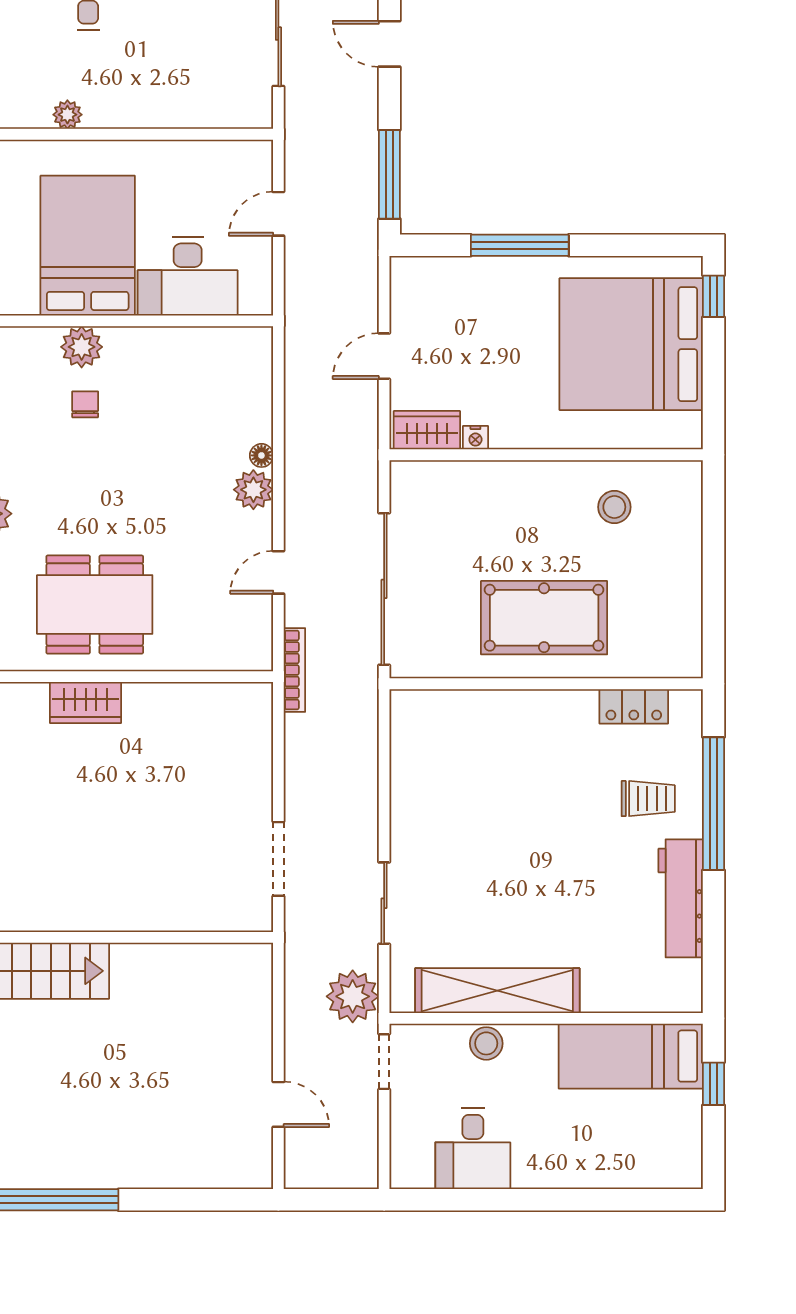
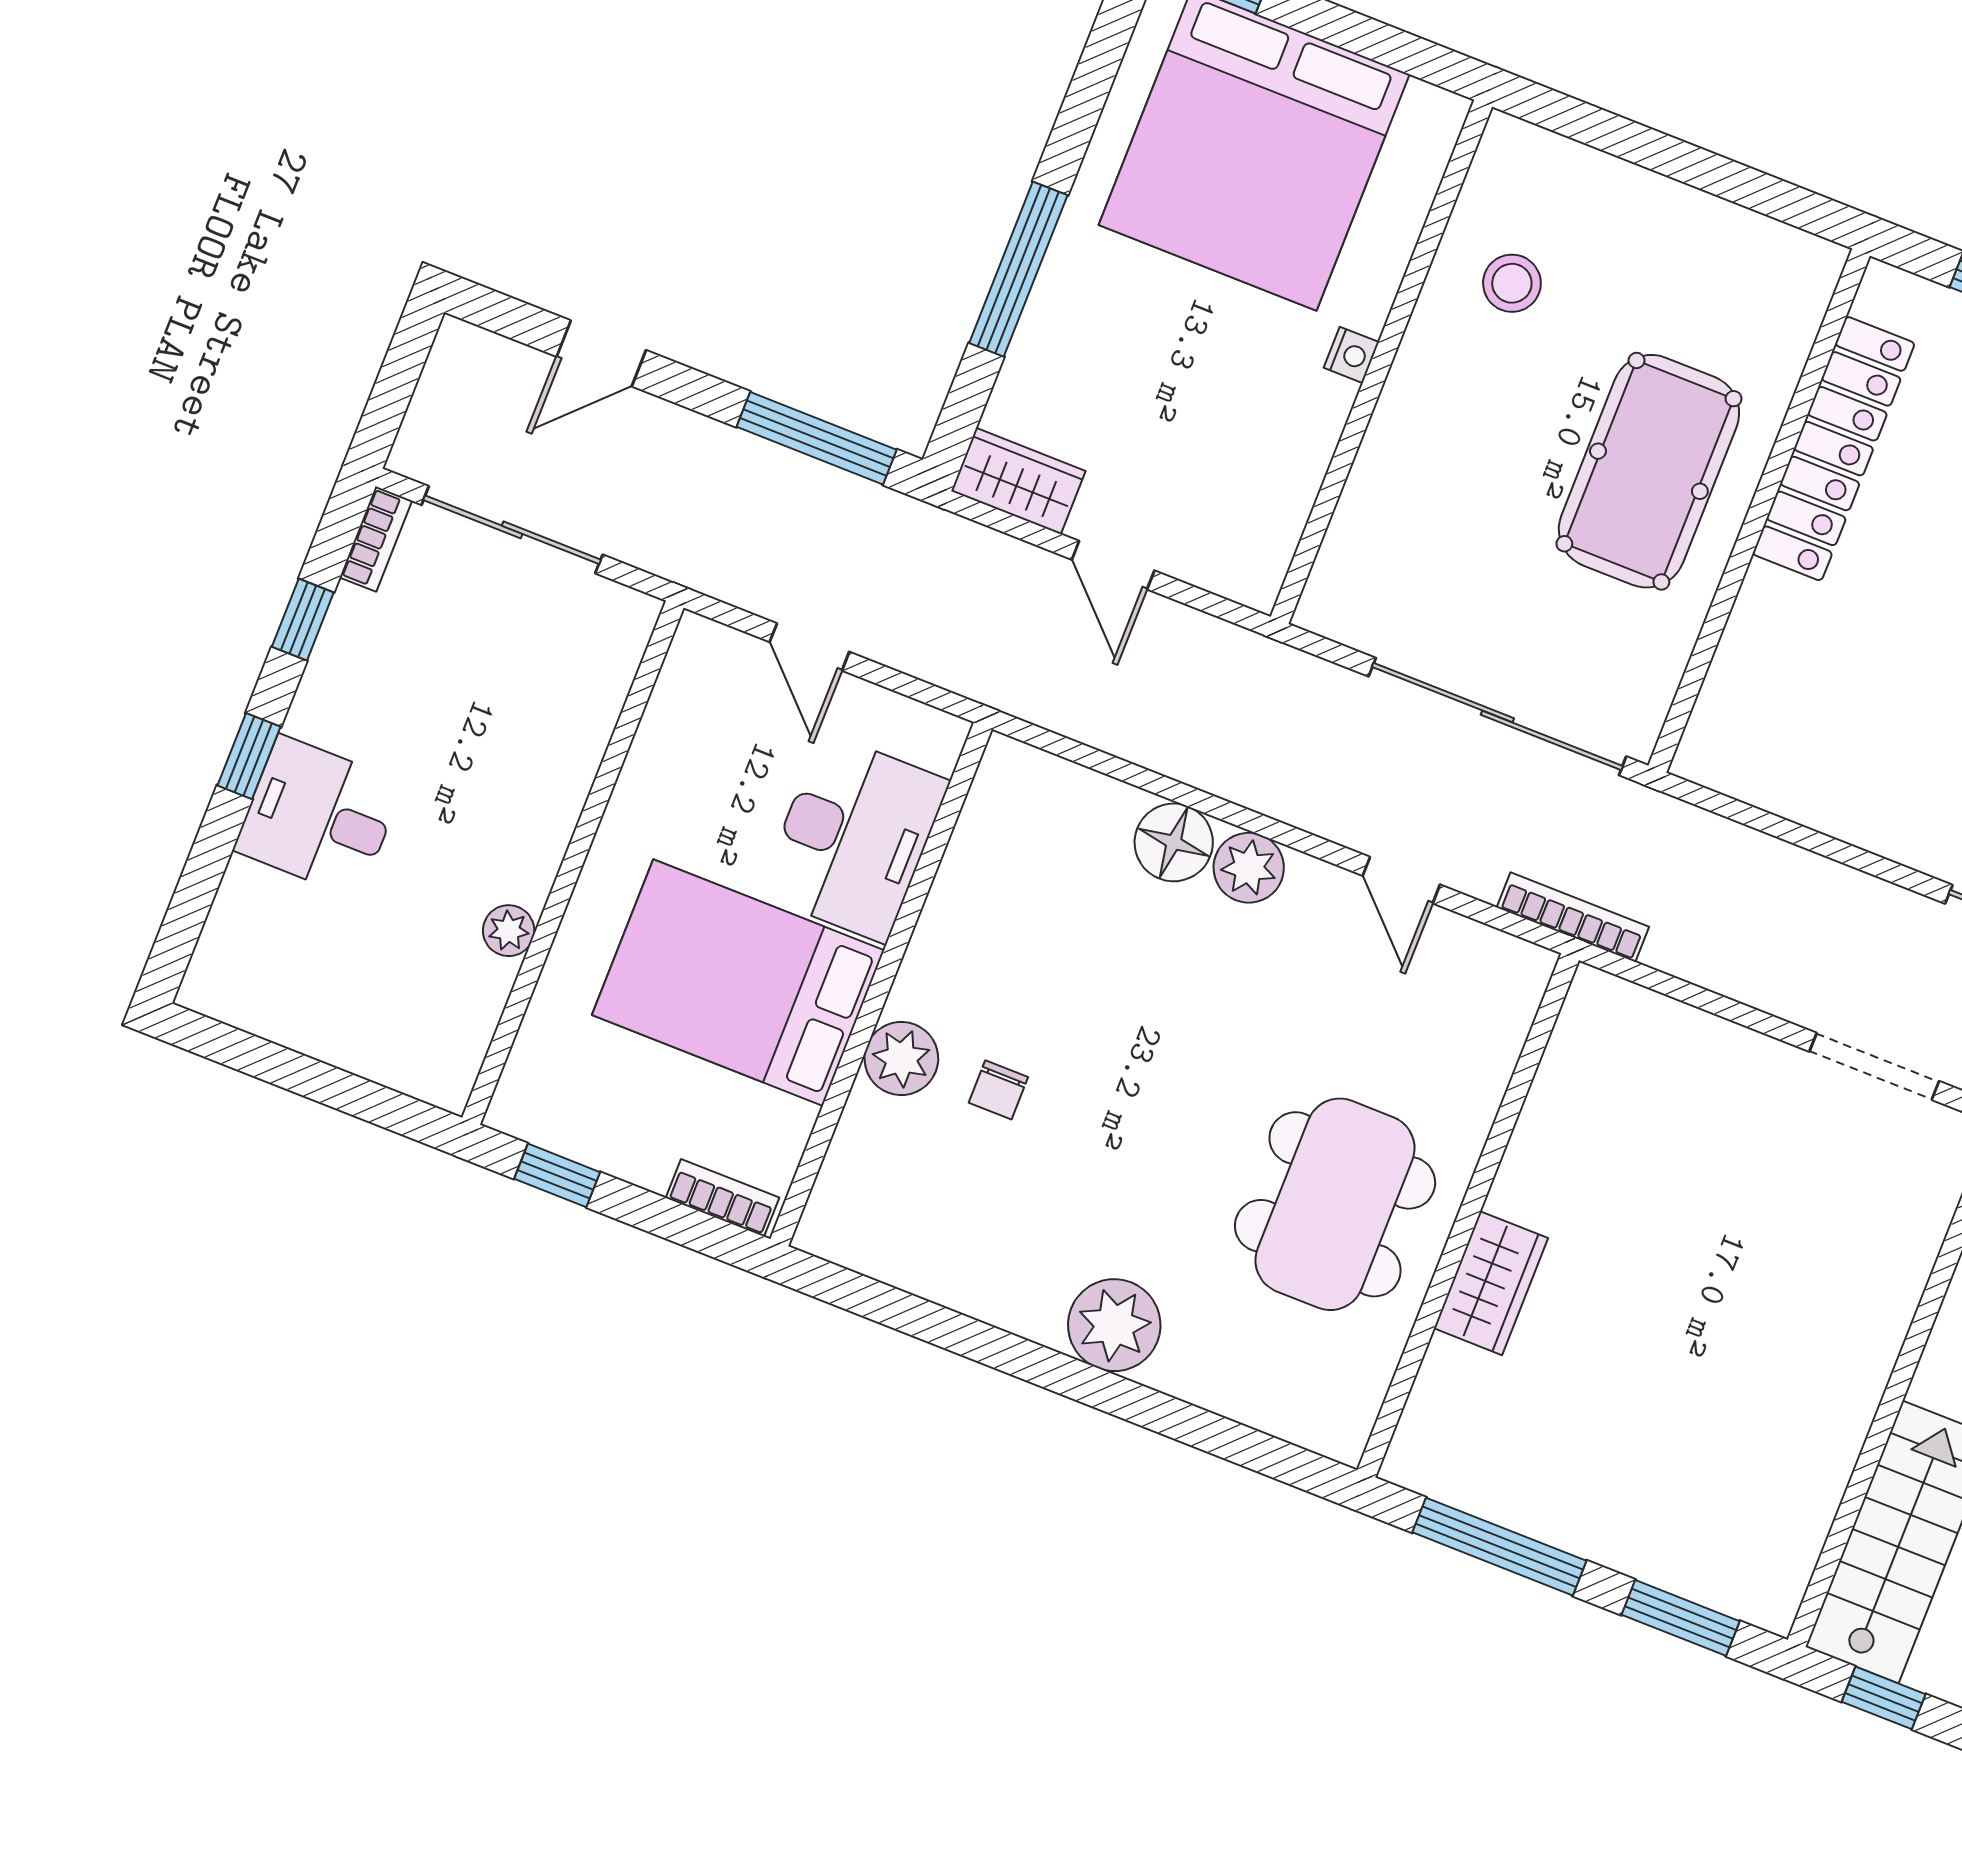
chair: (85, 404) -> (998, 1090), turned -90
wardrobe: (427, 430) -> (1018, 481), moved, turned 90
nightstand: (475, 438) -> (1351, 355), moved
floor lamp: (261, 455) -> (1174, 842), width x1.89, depth x1.89
locker: (634, 706) -> (1834, 449), width x2.16, depth x1.21

